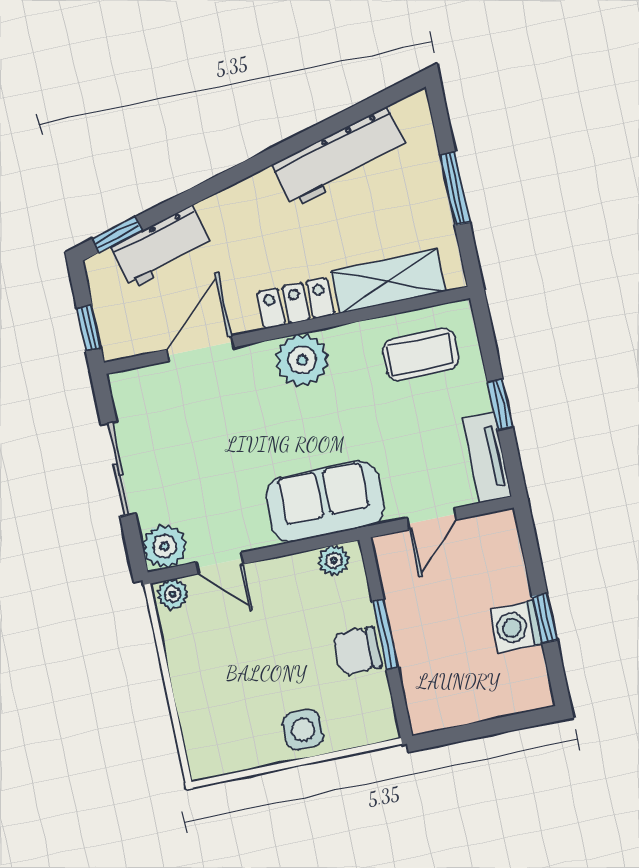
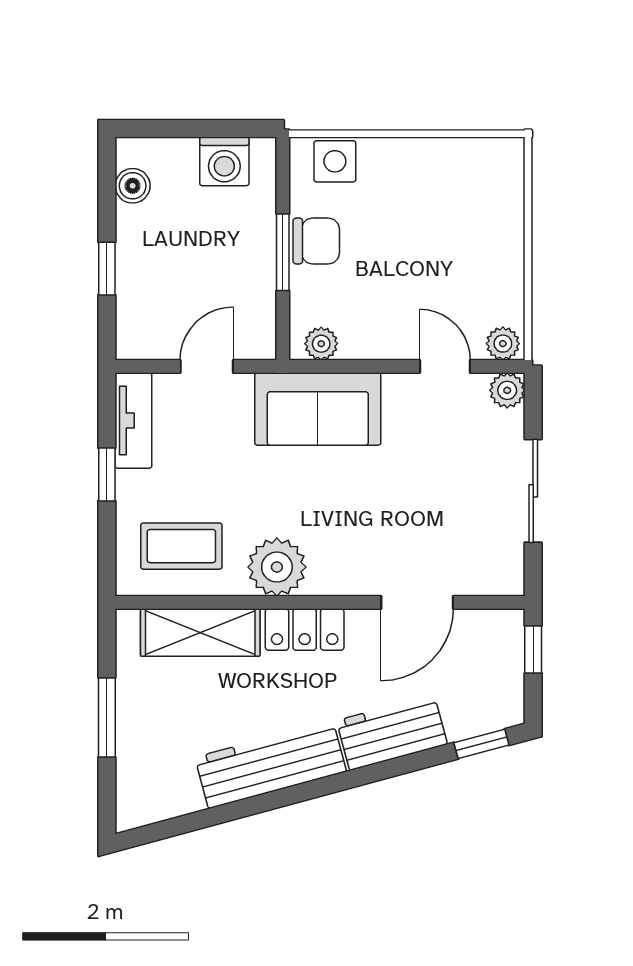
workbench: (340, 157) -> (271, 764), moved
workbench: (162, 247) -> (392, 732), moved
plant: (302, 360) -> (277, 567), moved
plant: (165, 546) -> (507, 390), width x0.73, depth x0.73
window: (545, 618) -> (107, 269), moved
washing machine: (516, 627) -> (224, 161), moved, turned 90
boiler: (531, 666) -> (133, 186), added
side table: (303, 730) -> (335, 161), moved

